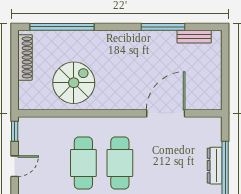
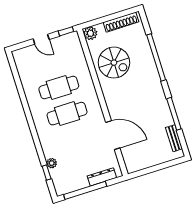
window: (62, 27) -> (156, 57), moved
plant: (27, 101) -> (90, 33), added
dresser: (215, 166) -> (102, 177), moved

